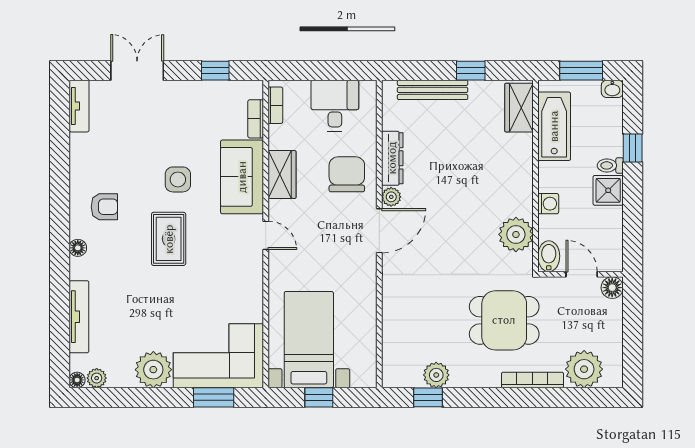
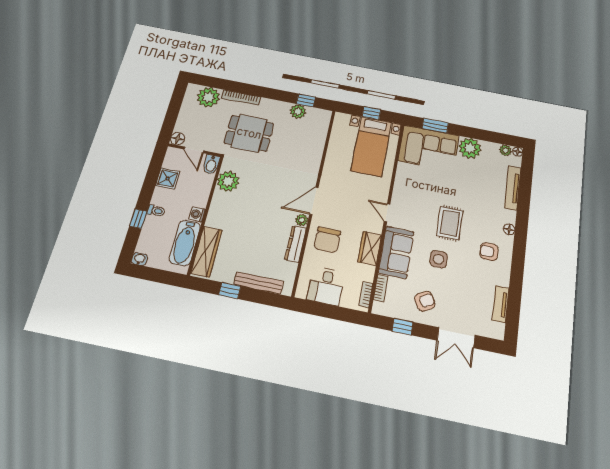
window: (581, 71) -> (156, 275), removed
tv unit: (79, 106) -> (501, 304), moved
wardrobe: (519, 108) -> (207, 252), width x1.50
armchair: (189, 113) -> (425, 301), added
shower: (608, 190) -> (168, 178), moved
washing machine: (548, 204) -> (197, 214), moved

